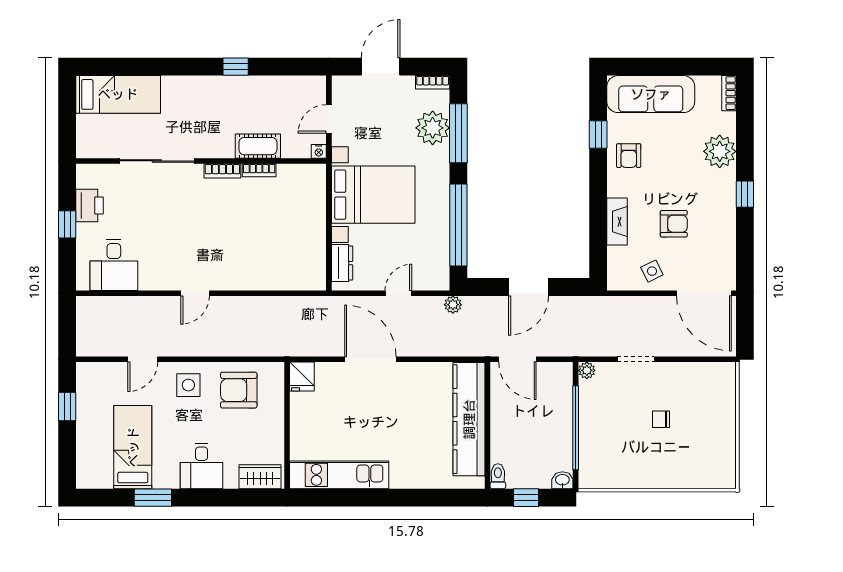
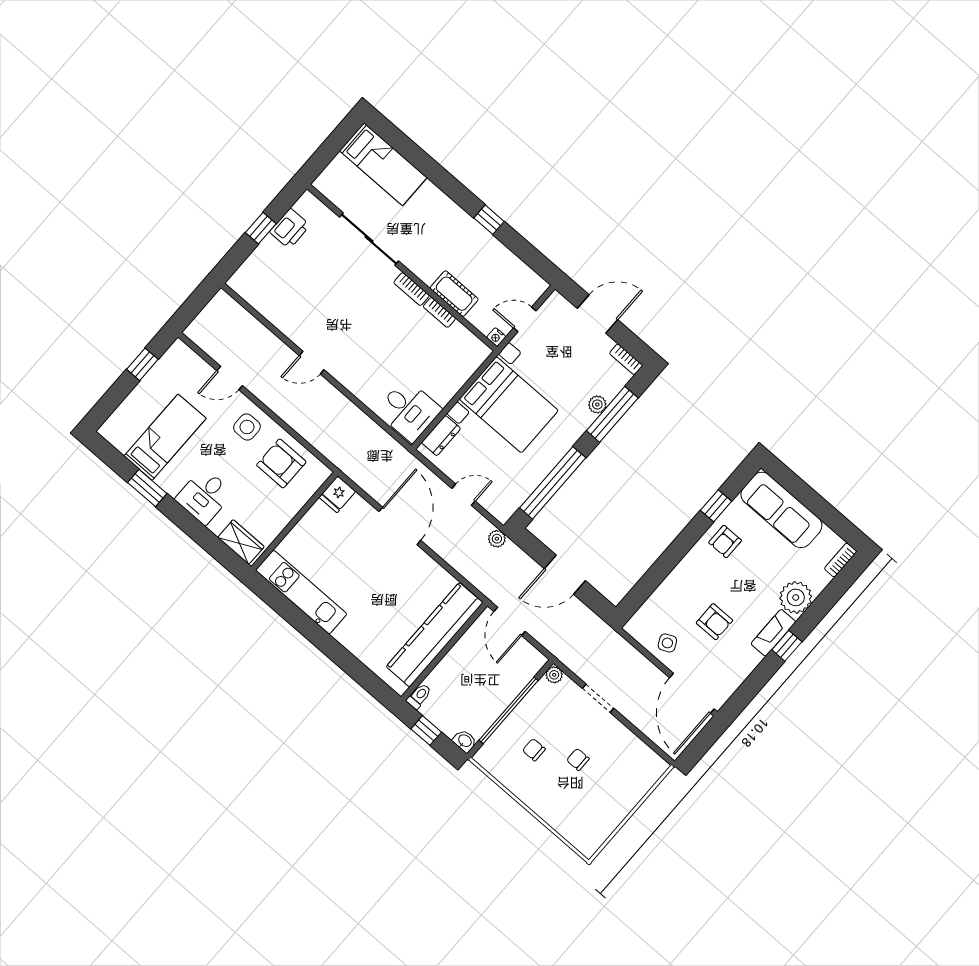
plant: (433, 128) -> (597, 404), width x0.53, depth x0.53
fireplace: (617, 222) -> (773, 633), moved, turned 180
desk: (114, 265) -> (409, 410), moved, turned -90
chair: (621, 441) -> (534, 750), added

